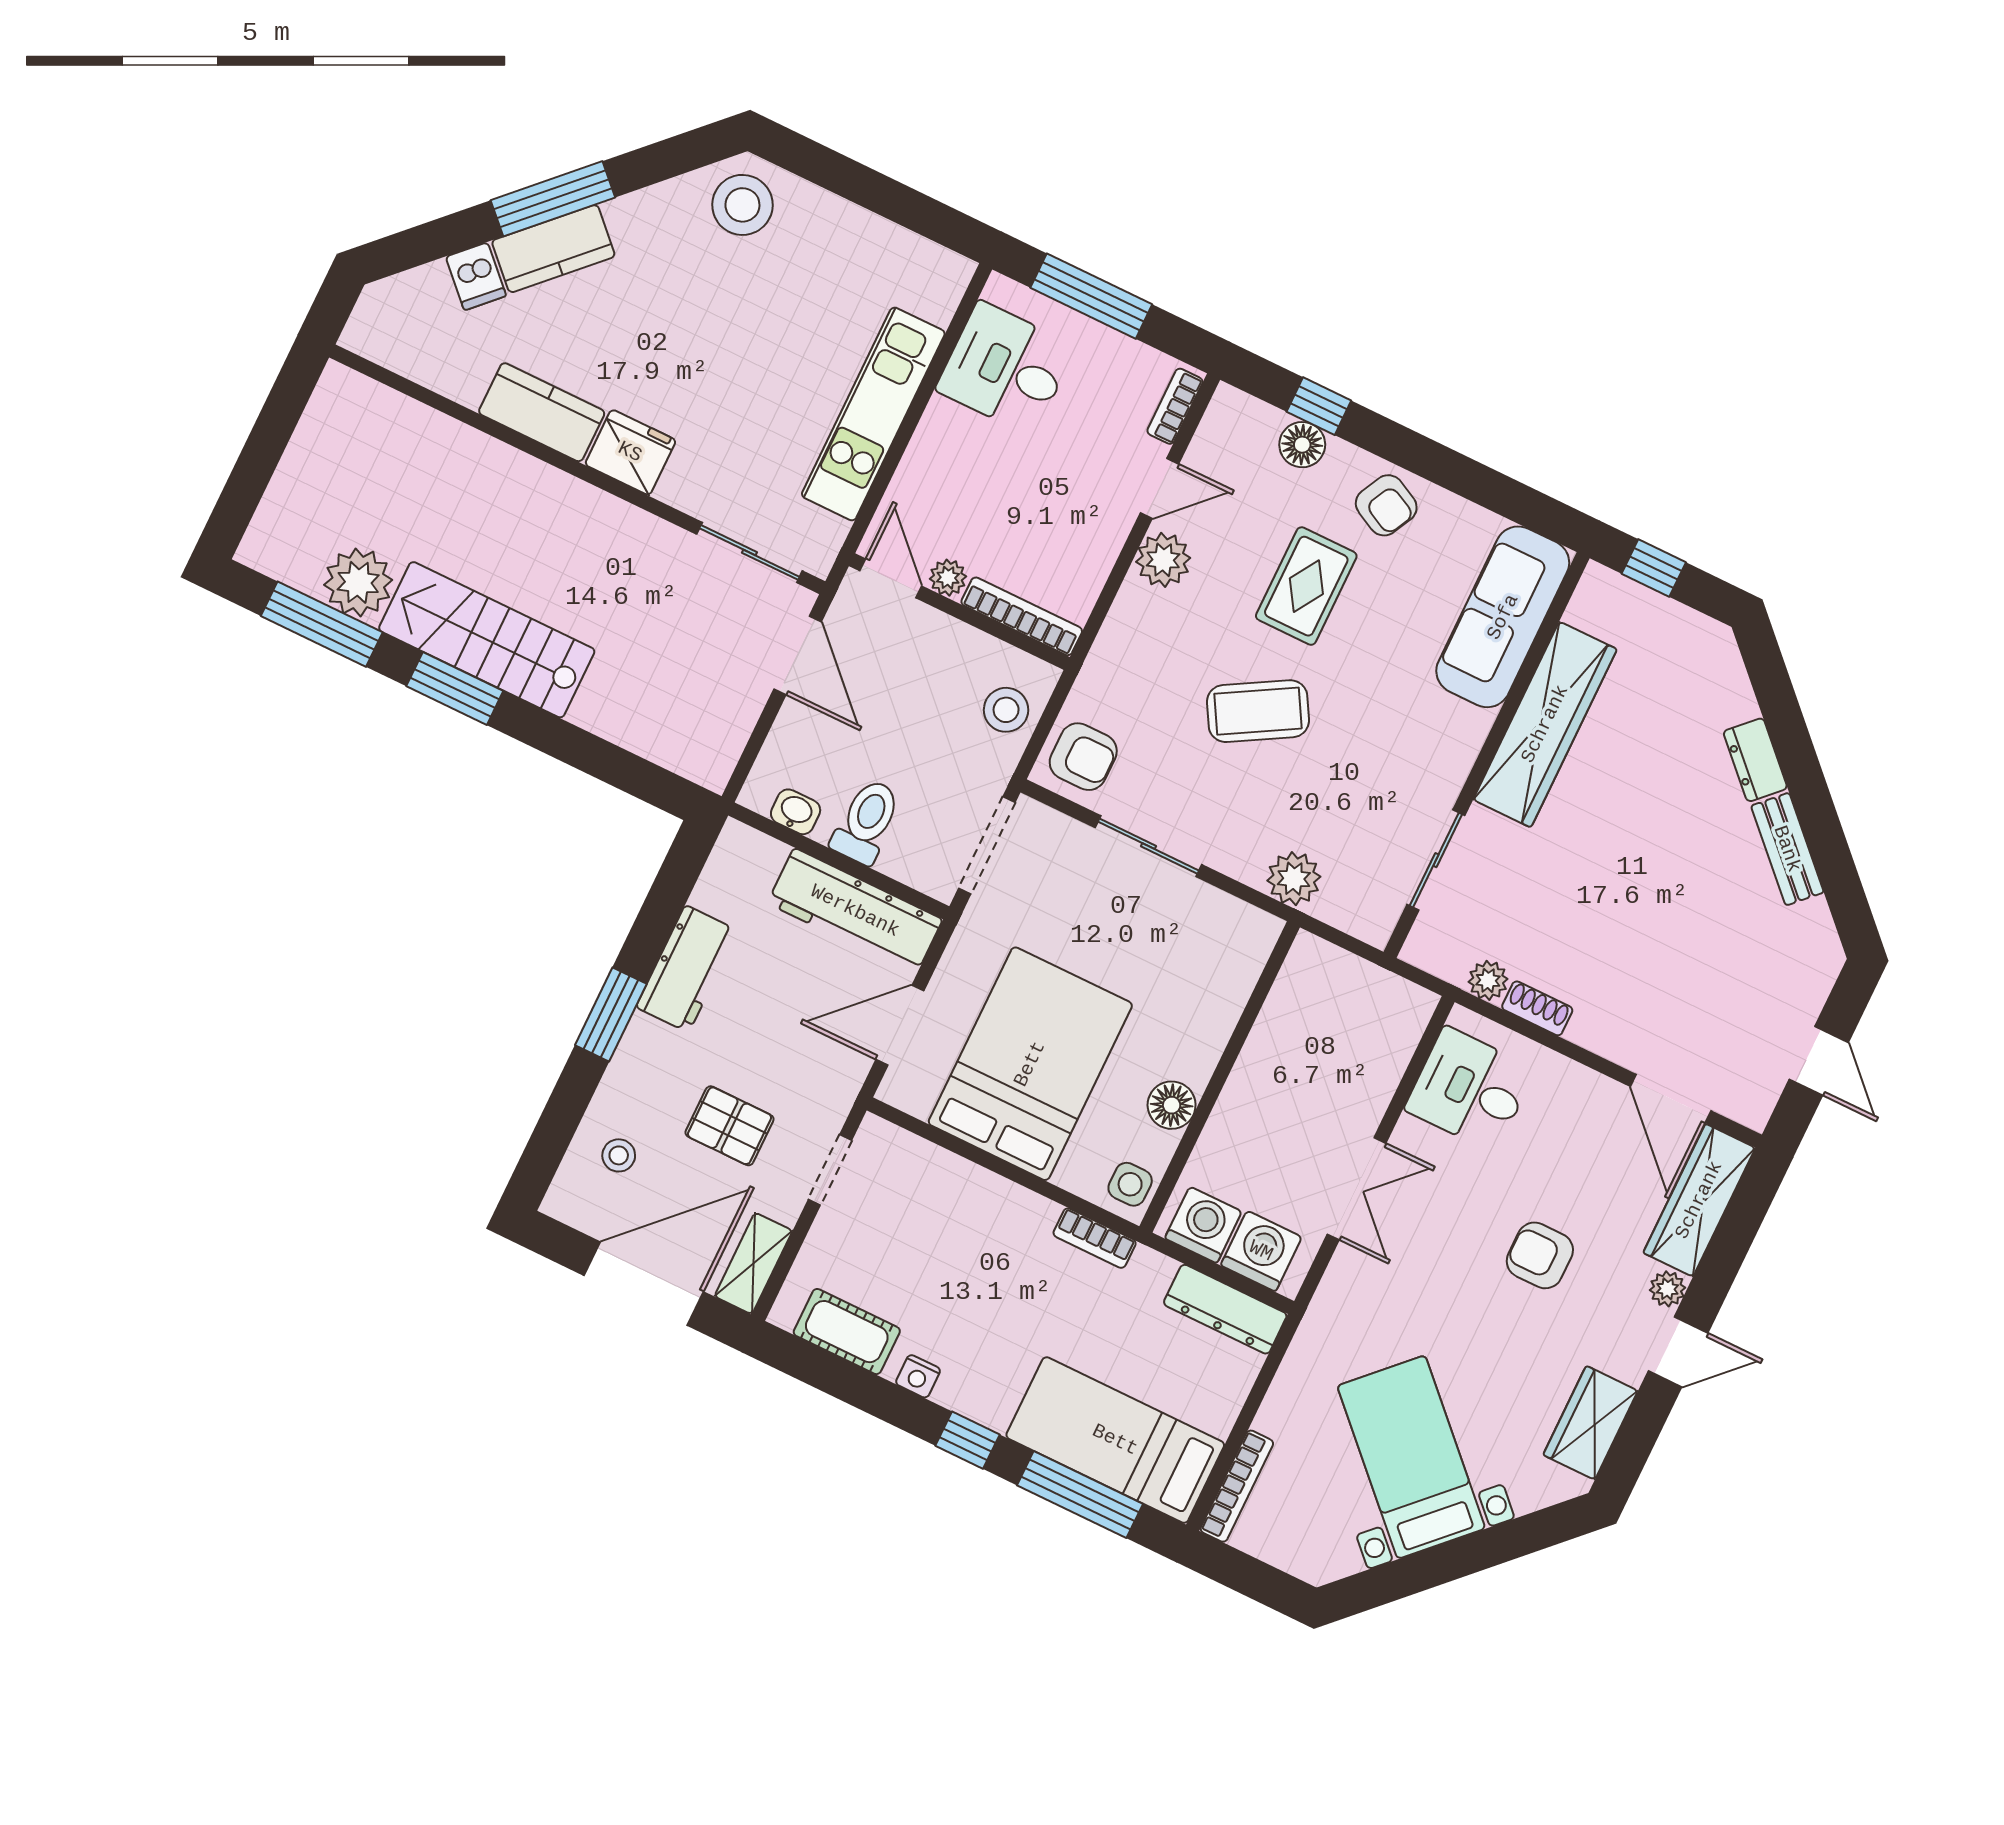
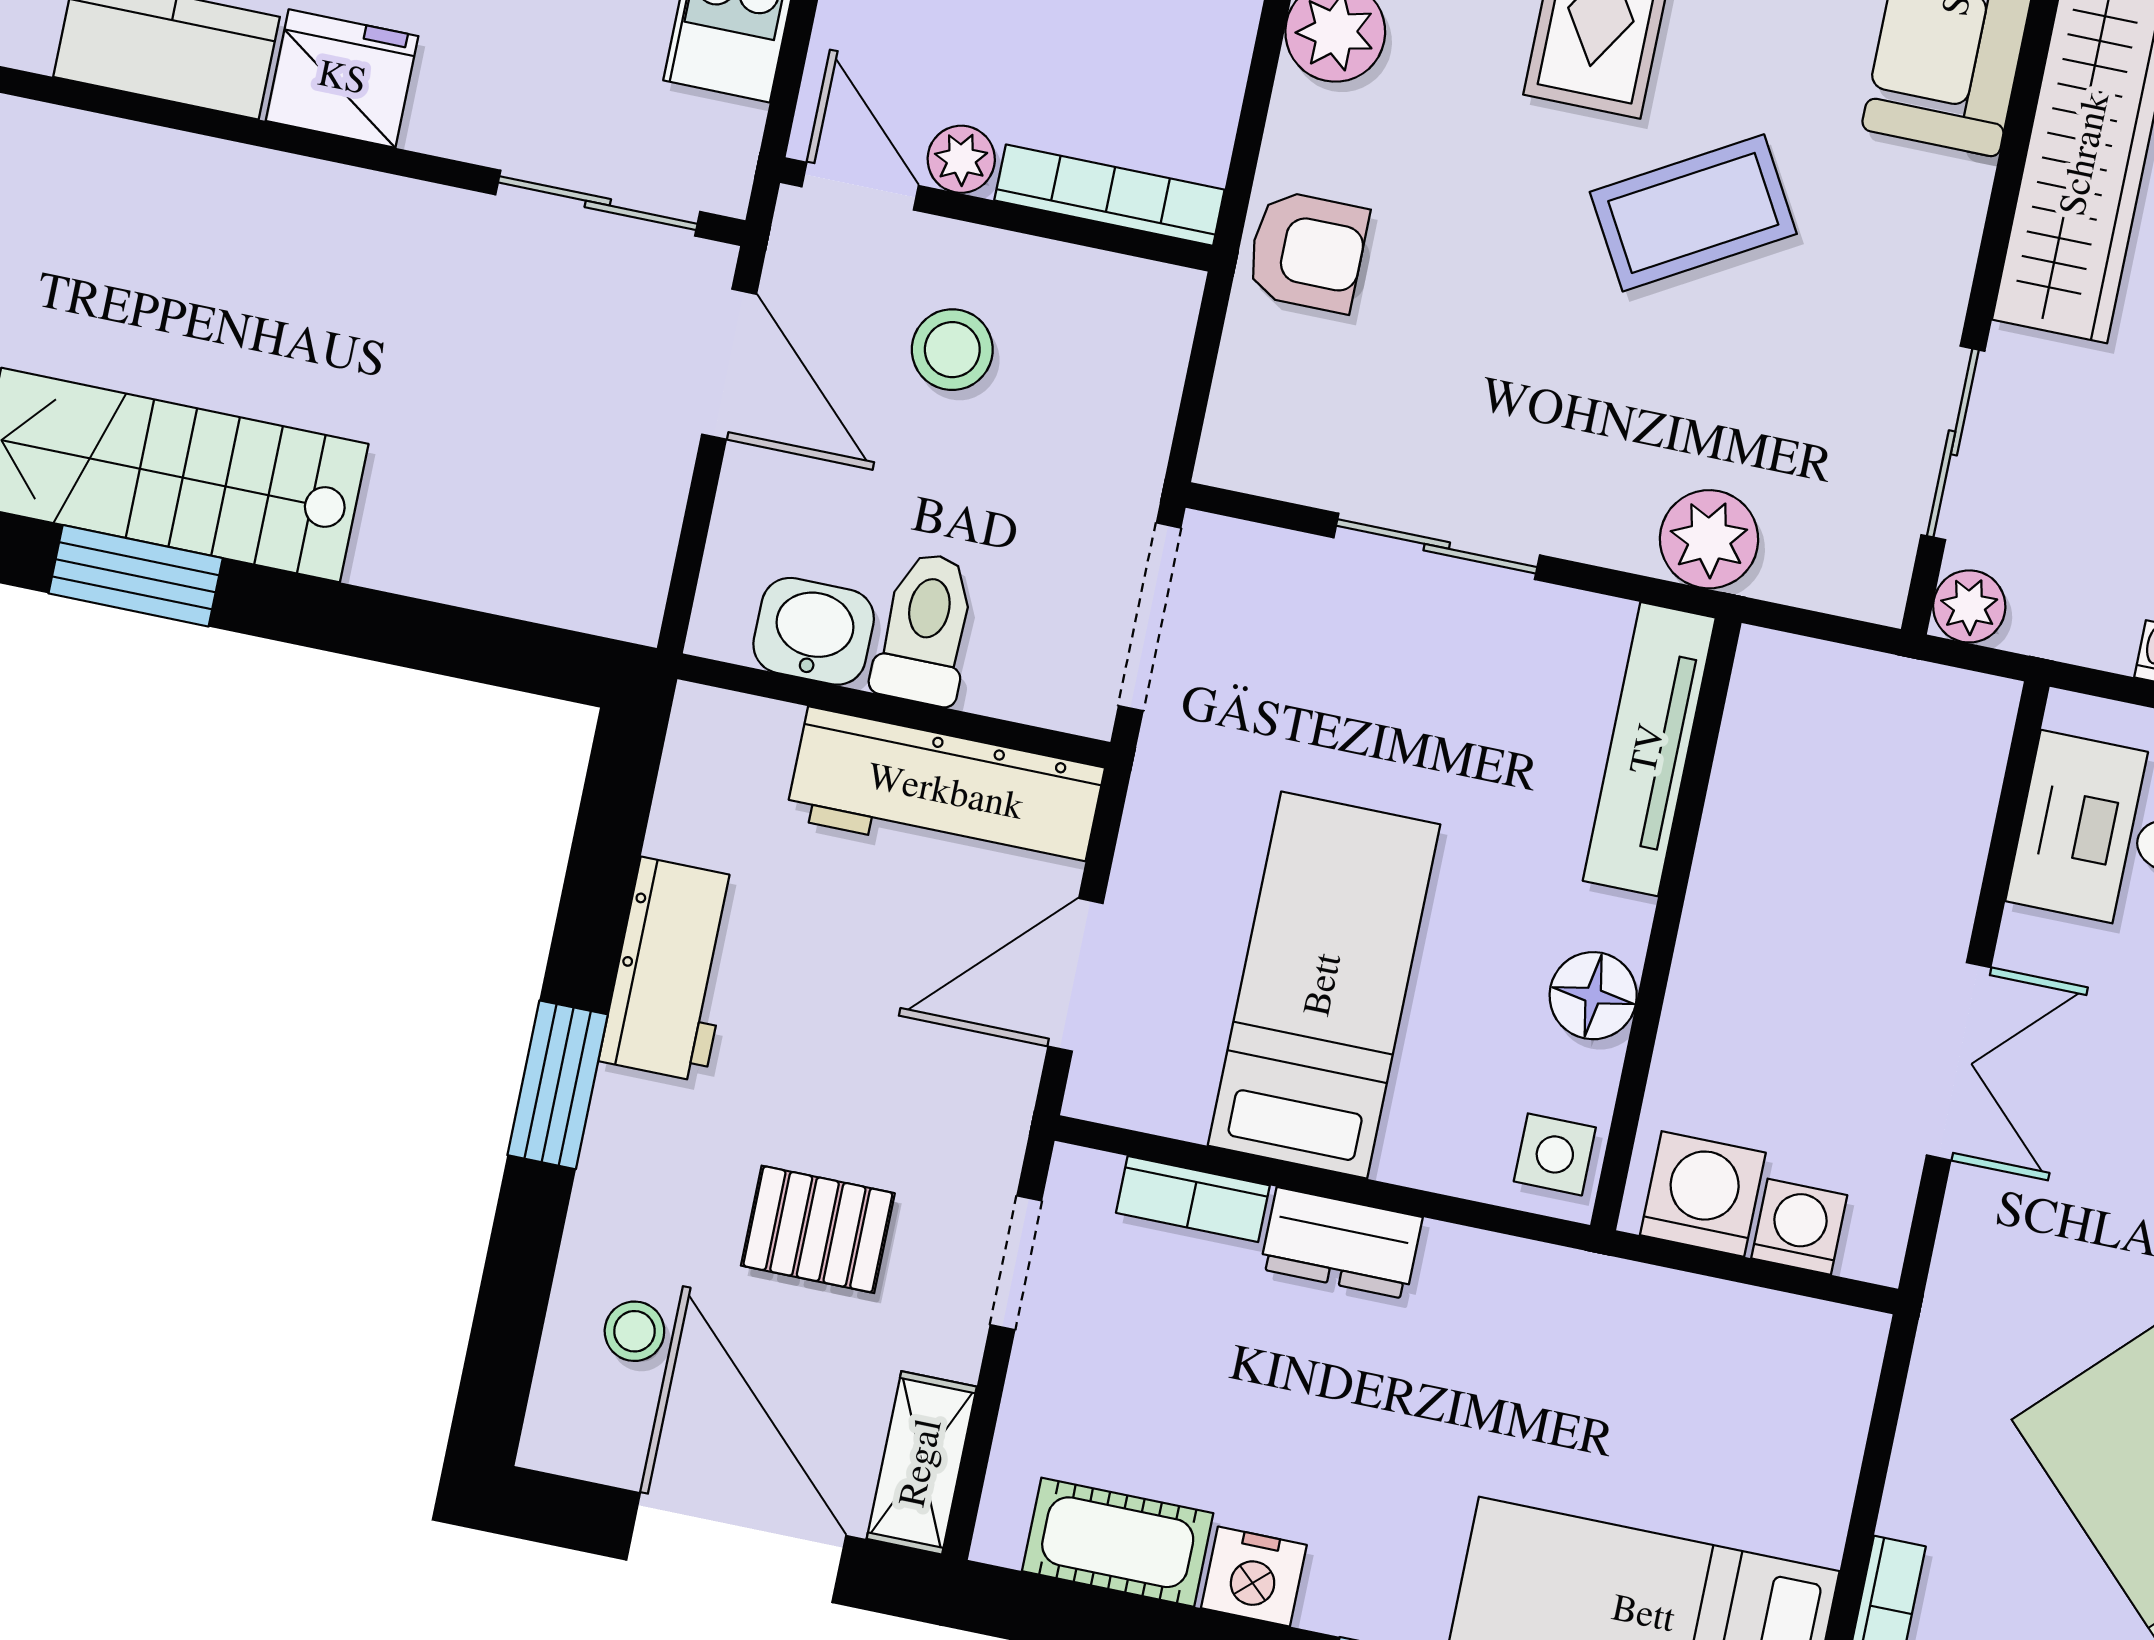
stool: (1006, 710) -> (952, 350), moved
coffee table: (1258, 711) -> (1693, 213), moved
armchair: (1083, 757) -> (1307, 251), moved
washbasin: (796, 812) -> (814, 631), width x1.38, depth x1.45
plant: (1488, 980) -> (1969, 606), moved
tv unit: (1234, 982) -> (1649, 749), added
bed: (1030, 1064) -> (1324, 985), width x0.67
bookcase: (1095, 1238) -> (1193, 1199), moved
washing machine: (1261, 1251) -> (1799, 1227), width x0.73, depth x0.73
door: (644, 1284) -> (736, 1548), hinge flipped
dresser: (1225, 1309) -> (1341, 1243), moved, width x0.70
nightstand: (918, 1376) -> (1254, 1577), width x1.39, depth x1.35

